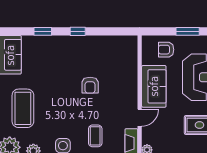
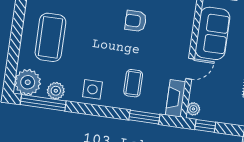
armchair: (90, 85) -> (136, 21), turned 90

